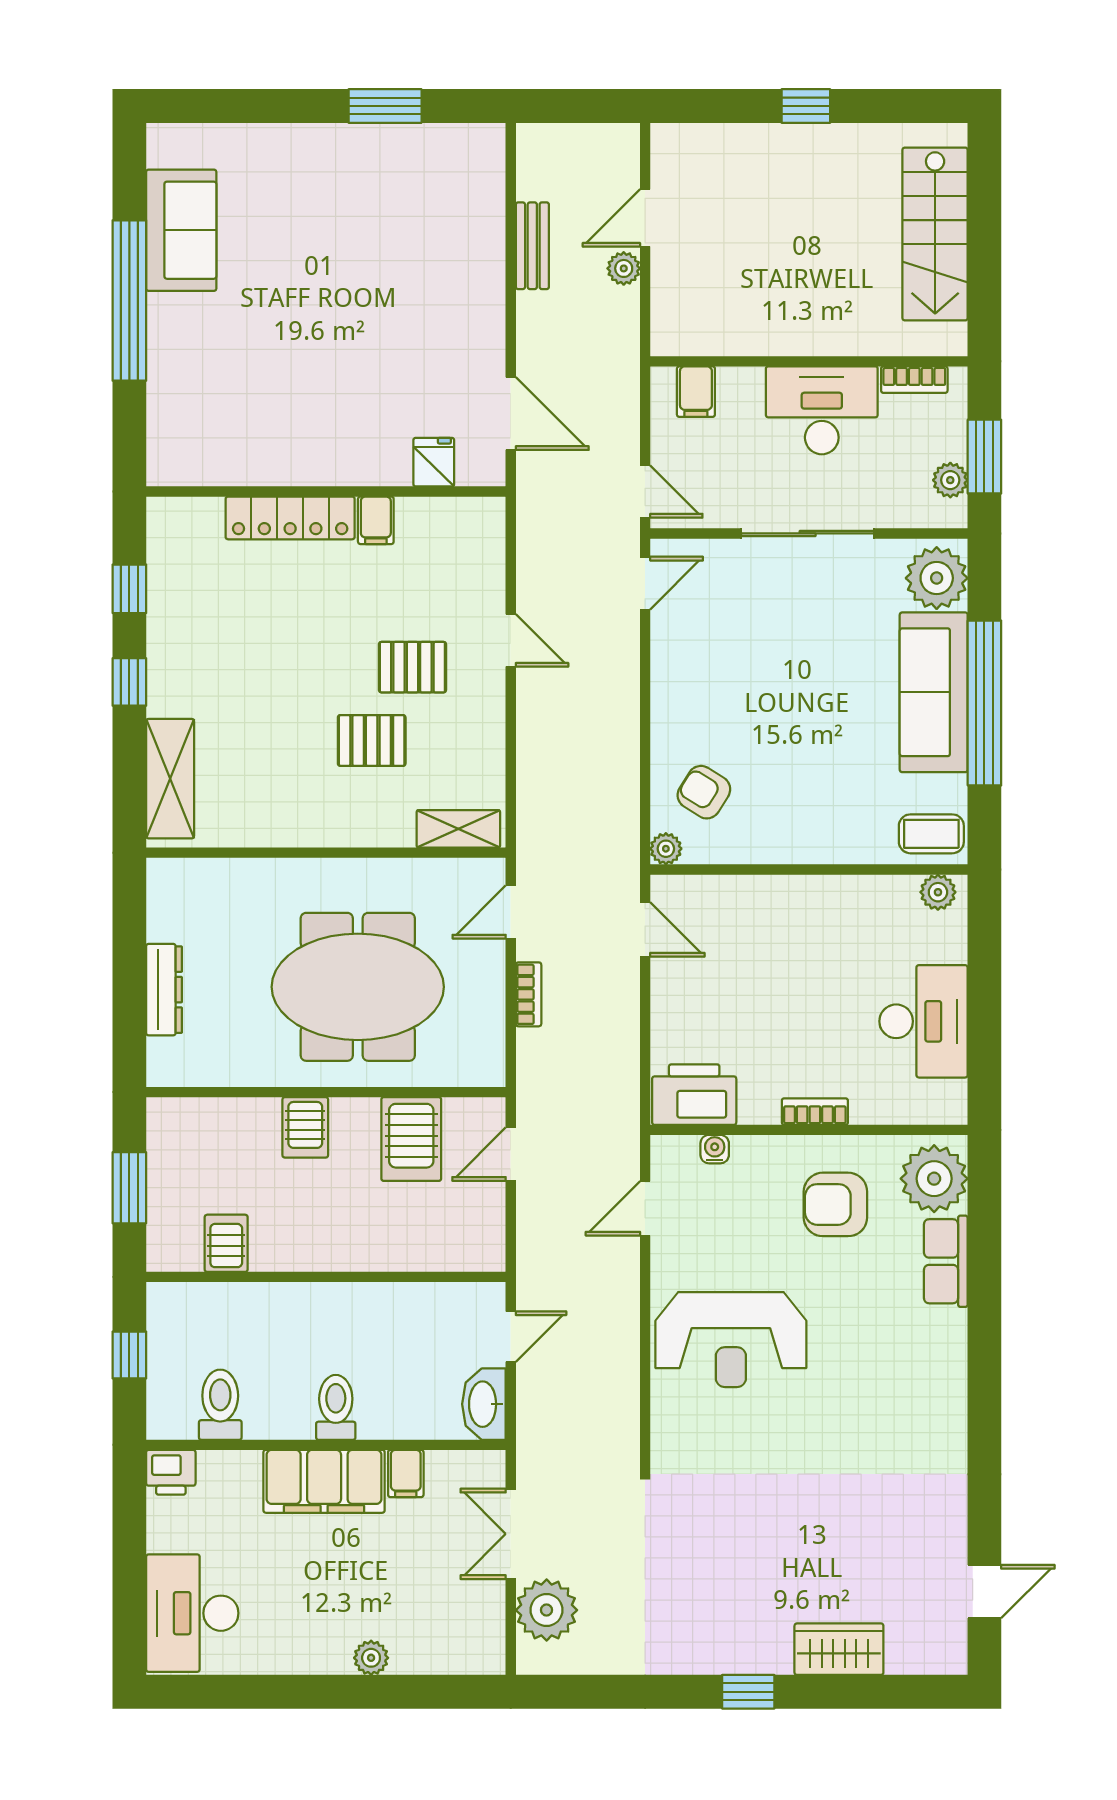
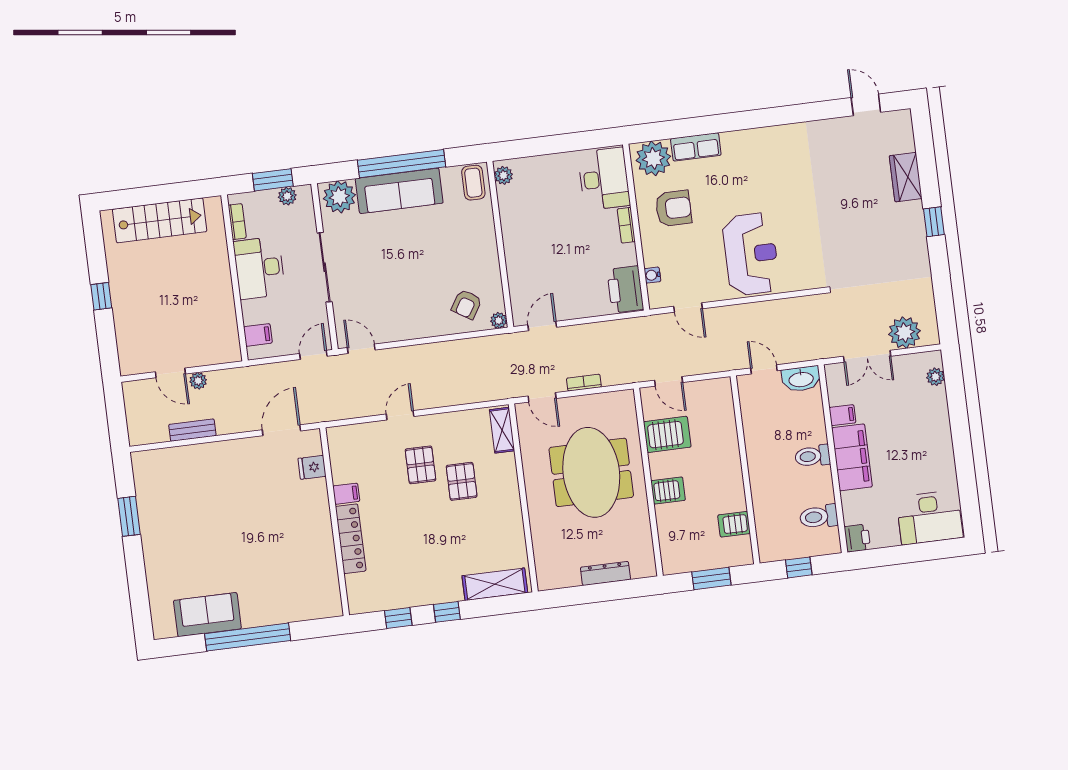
desk: (924, 1021) -> (604, 179), moved, turned 90
armchair: (835, 1204) -> (673, 208), turned -90
plant: (371, 1658) -> (935, 377), moved

